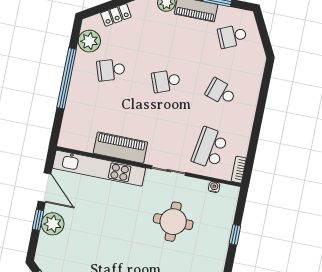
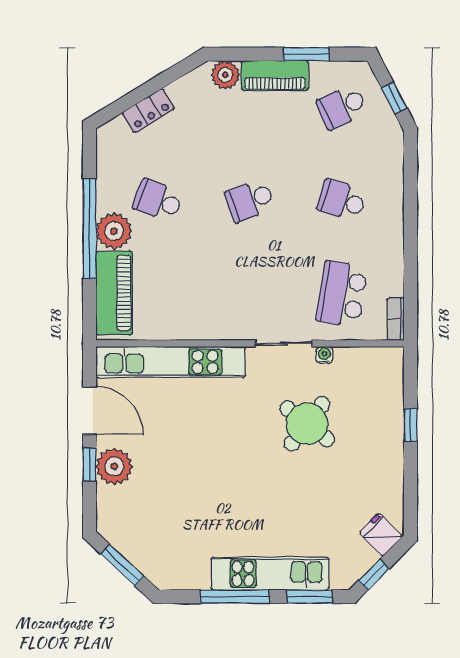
window: (265, 37) -> (394, 98), added
plant: (89, 41) -> (114, 231), moved
school desk: (111, 70) -> (158, 200), turned 39
piano: (120, 148) -> (114, 293), moved, turned 90
water cooler: (214, 187) -> (324, 355), moved
round table: (173, 222) -> (307, 424), turned 38

